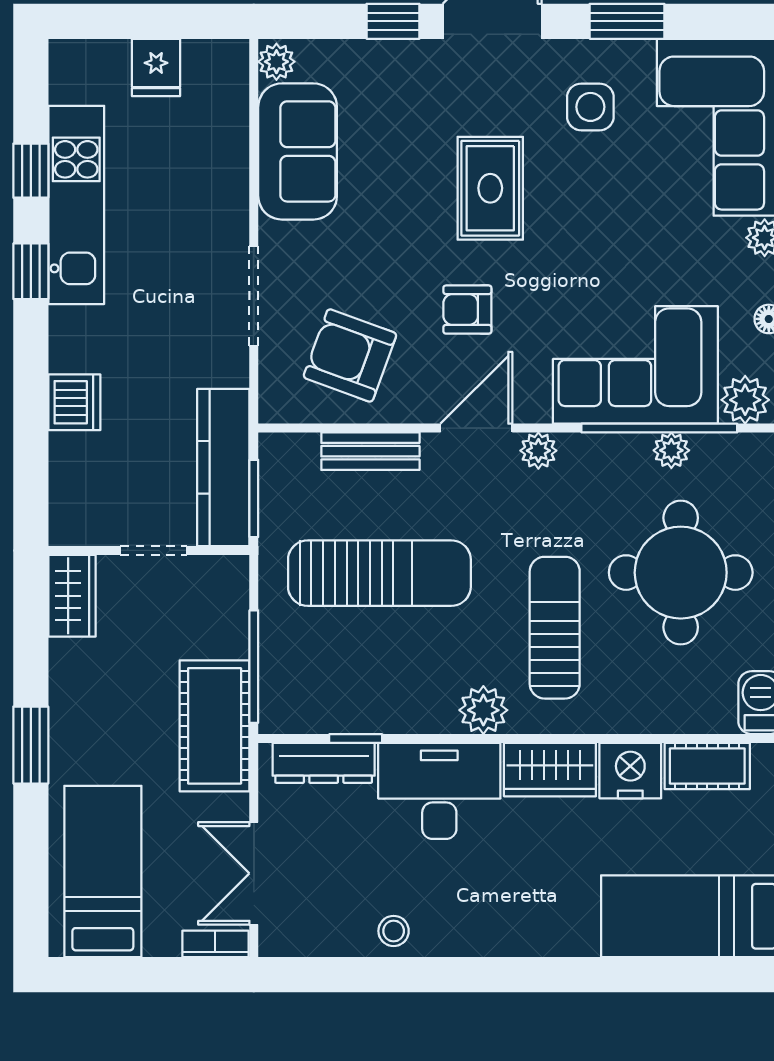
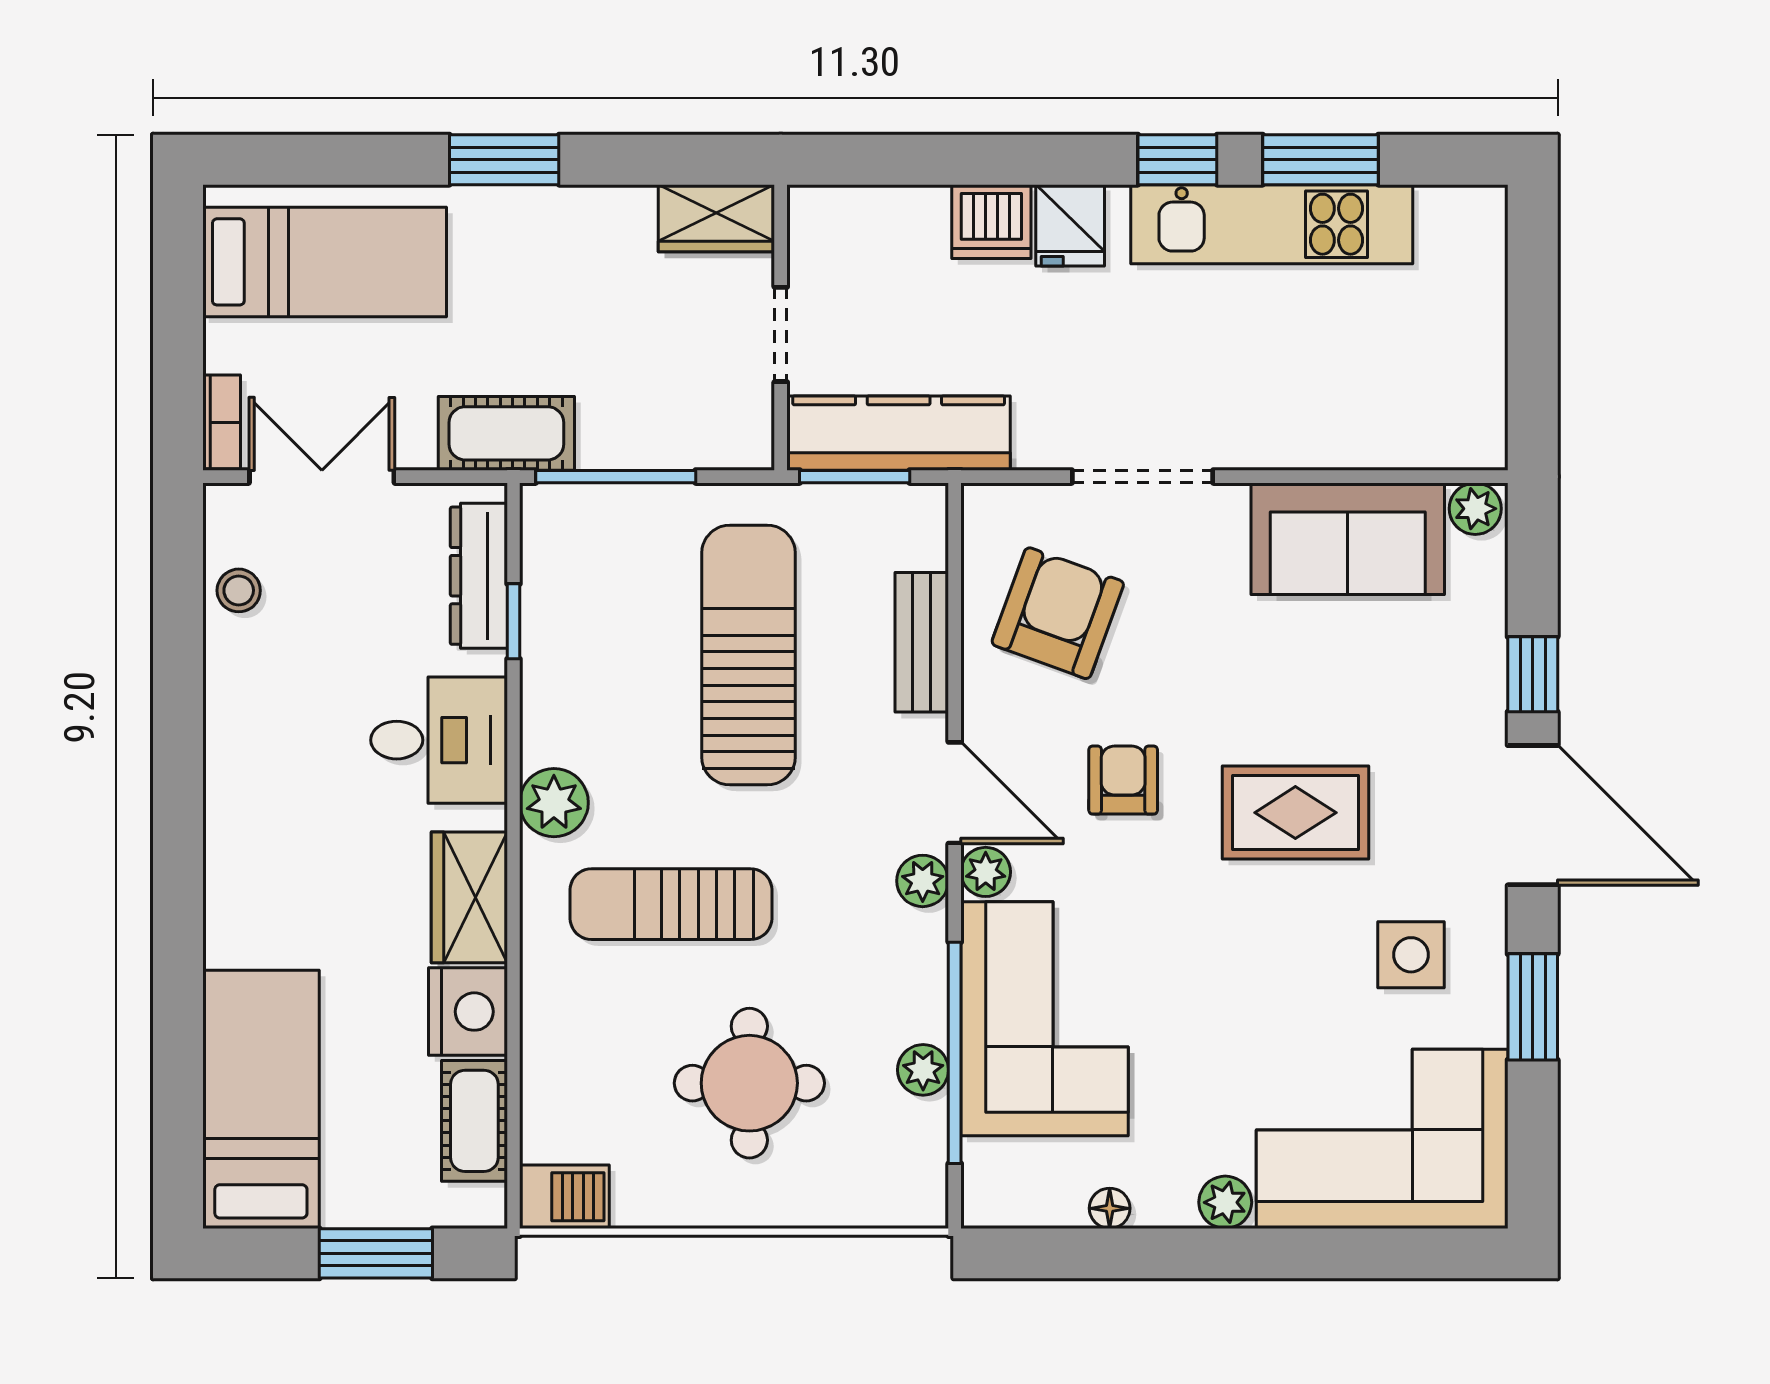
fridge: (156, 68) -> (1070, 225), moved, turned -90
window: (31, 171) -> (1321, 160), width x1.50
plant: (745, 400) -> (986, 872), moved, width x0.73, depth x0.73
sun lounger: (379, 573) -> (748, 655), turned 180
round table: (681, 573) -> (749, 1083), width x0.73, depth x0.73
sun lounger: (555, 628) -> (671, 904), turned 180
cot: (215, 726) -> (506, 433), width x0.73, depth x0.75
desk: (439, 791) -> (439, 740), width x0.73
stool: (394, 931) -> (239, 590), moved

